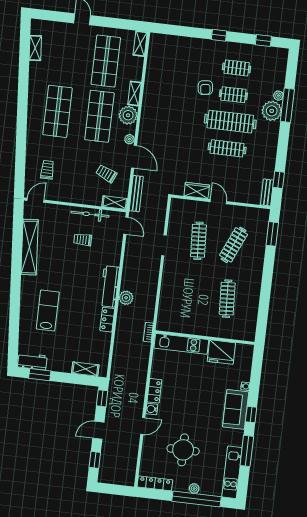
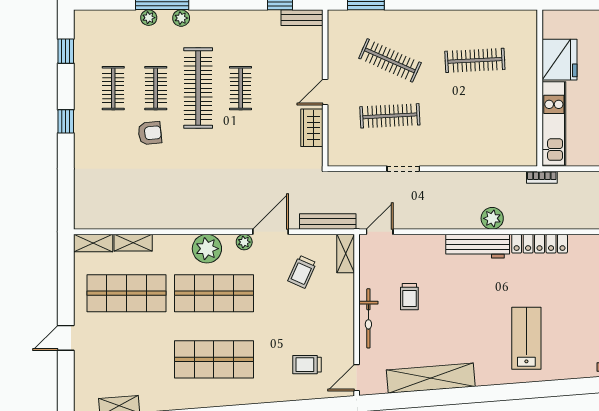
shelving: (134, 94) -> (133, 243), moved
plant: (272, 111) -> (181, 18), width x0.53, depth x0.53
clothes rail: (227, 148) -> (241, 88), width x0.73
door: (35, 200) -> (357, 378), hinge flipped
bicycle: (90, 214) -> (368, 318), moved
lab bench: (48, 310) -> (526, 338), turned 90
locker: (107, 320) -> (540, 244), width x1.53

